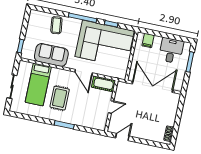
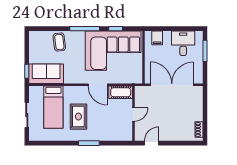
sofa: (51, 55) -> (46, 74), moved

